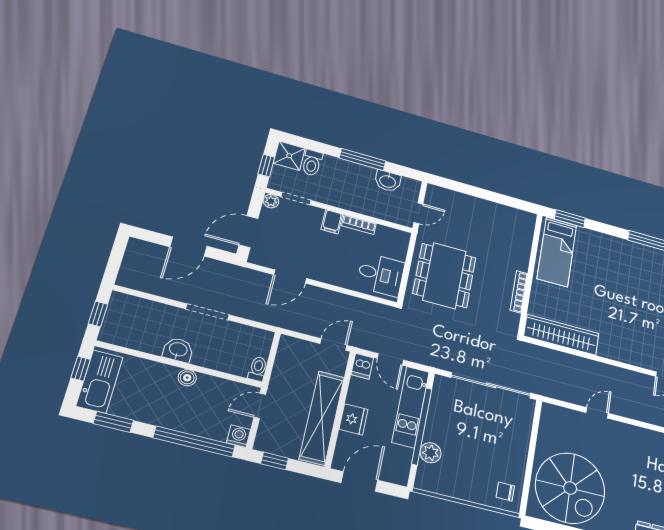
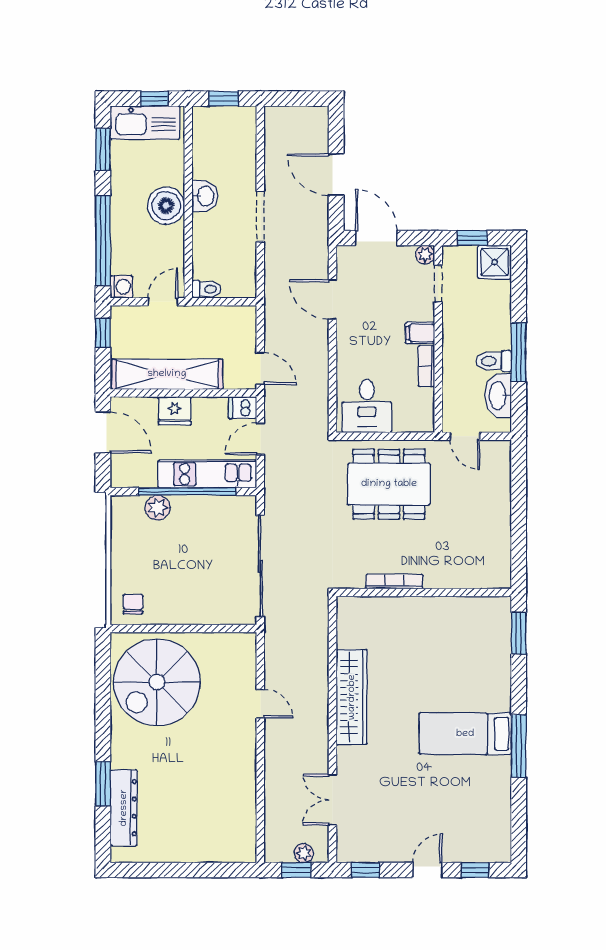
toilet: (312, 163) -> (494, 361), moved
washbasin: (388, 181) -> (498, 396), width x1.38
bed: (557, 252) -> (465, 734), moved
wardrobe: (562, 335) -> (352, 697), moved
boiler: (187, 378) -> (166, 206), width x1.86, depth x1.86
door: (260, 406) -> (163, 302), hinge flipped

